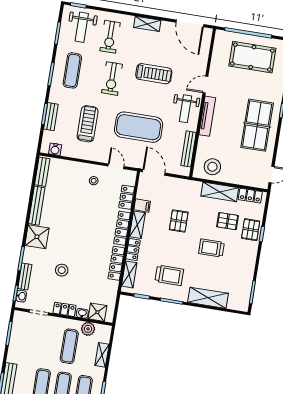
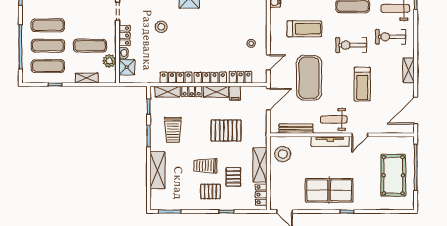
door: (205, 85) -> (360, 135), swing flipped
pallet: (179, 221) -> (226, 130), width x1.50, depth x1.42
pallet: (251, 230) -> (210, 192), moved
trolley: (211, 248) -> (205, 166), turned -89

